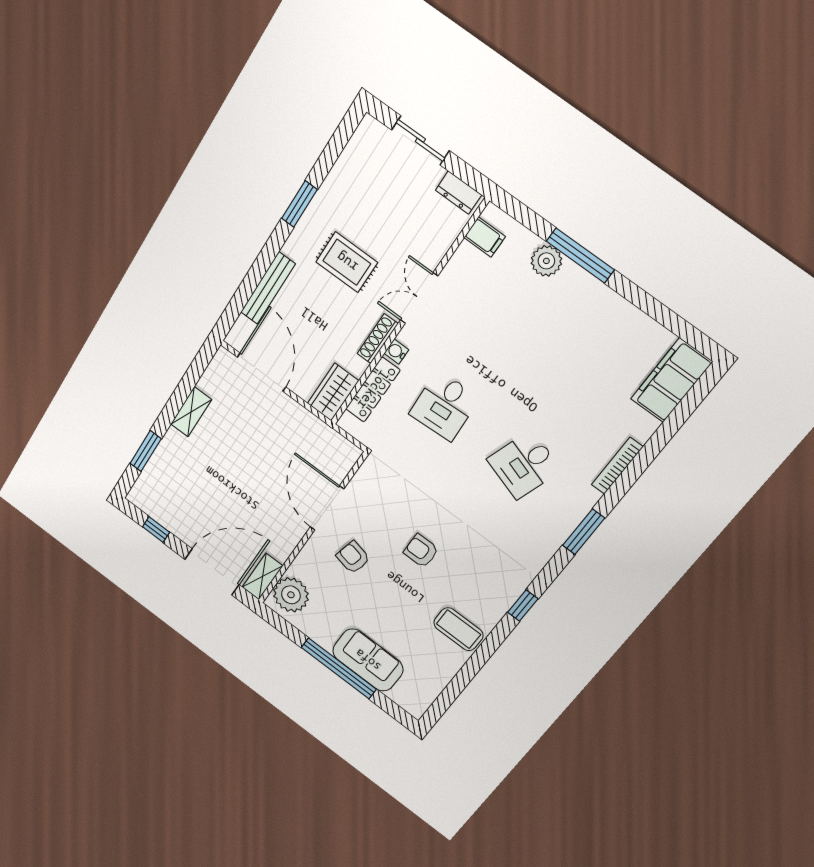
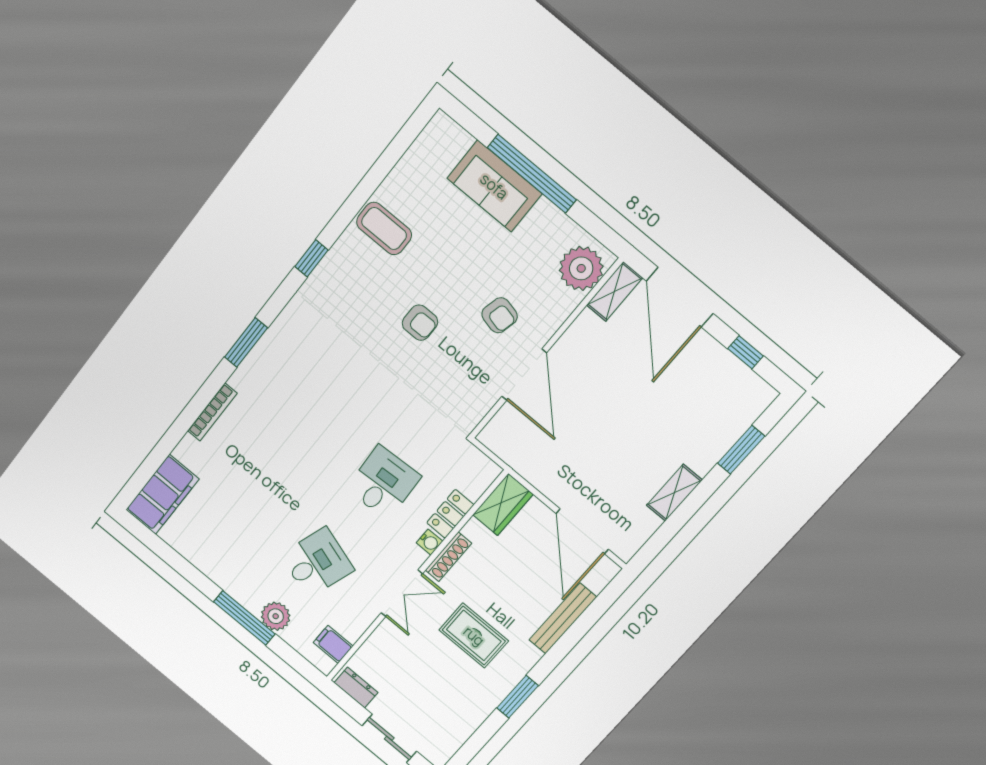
locker: (373, 390) -> (450, 514), width x0.66
desk: (524, 465) -> (317, 562), moved
door: (212, 572) -> (680, 297), hinge flipped

